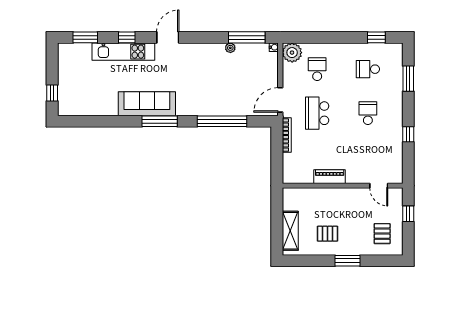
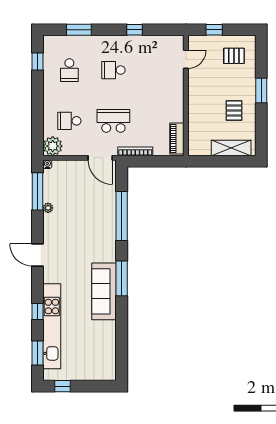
door: (168, 37) -> (38, 255), moved
kitchen unit: (123, 52) -> (52, 326), width x1.36
window: (52, 93) -> (63, 386), moved
school desk: (317, 113) -> (113, 121), turned 180
piano: (330, 177) -> (177, 139), moved

